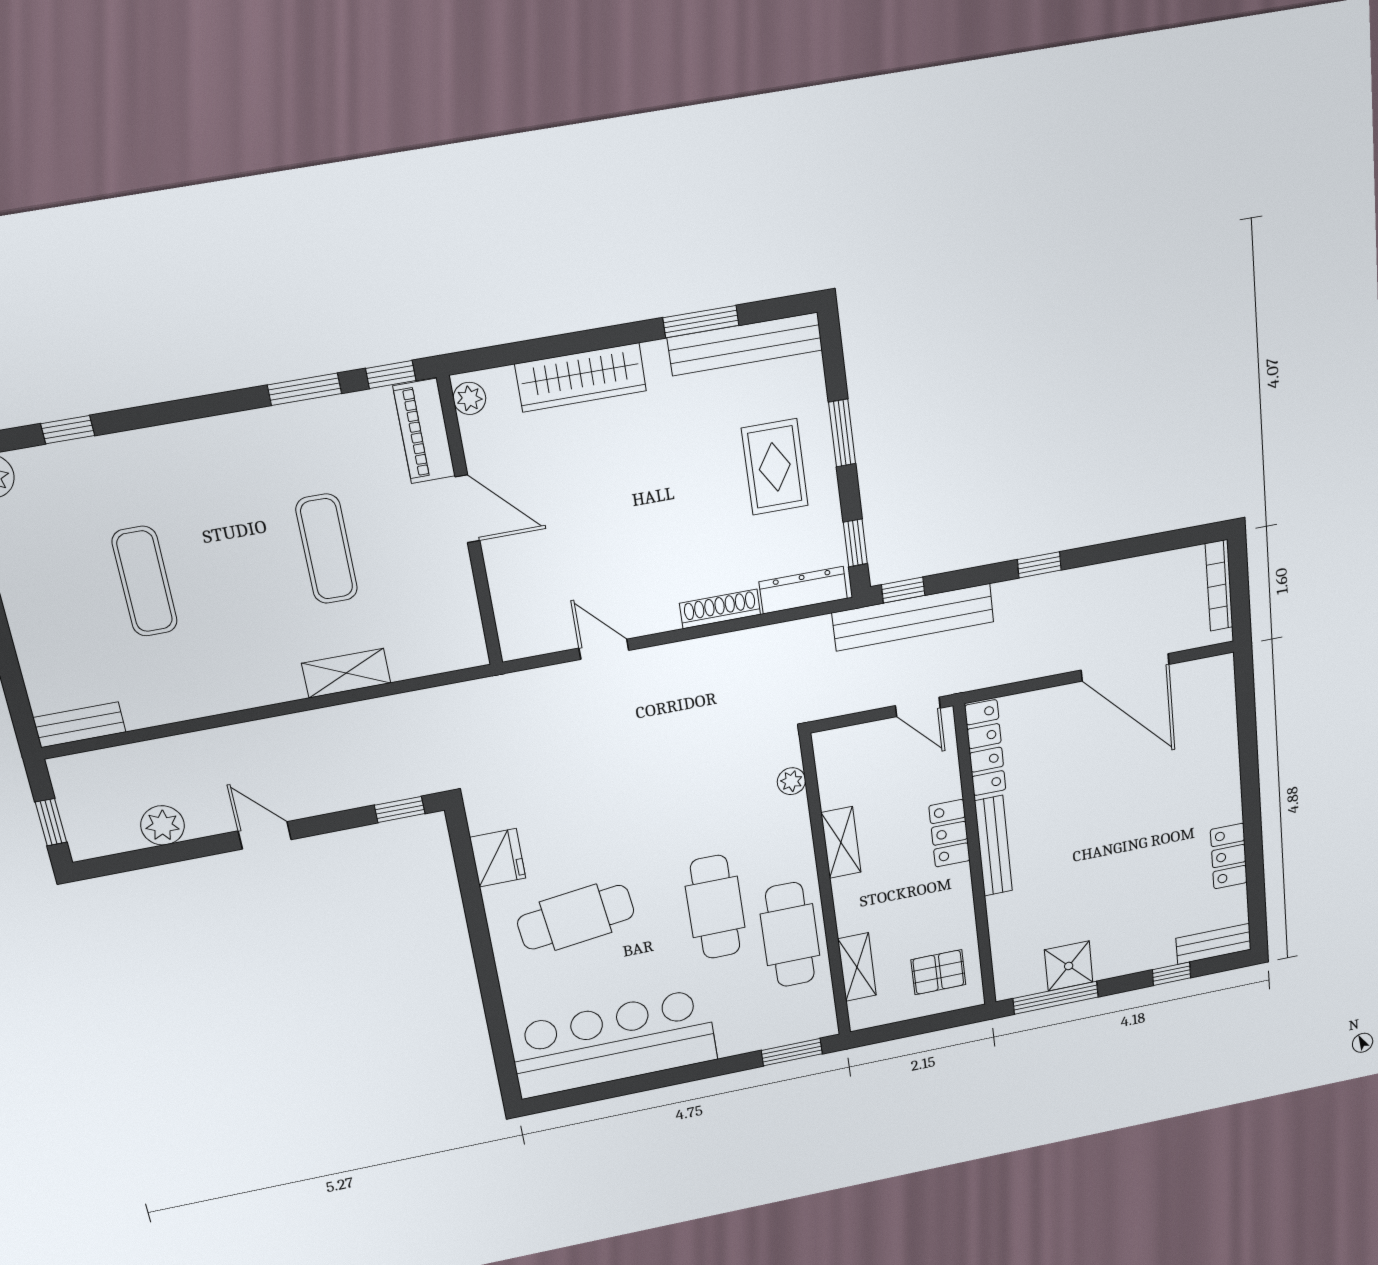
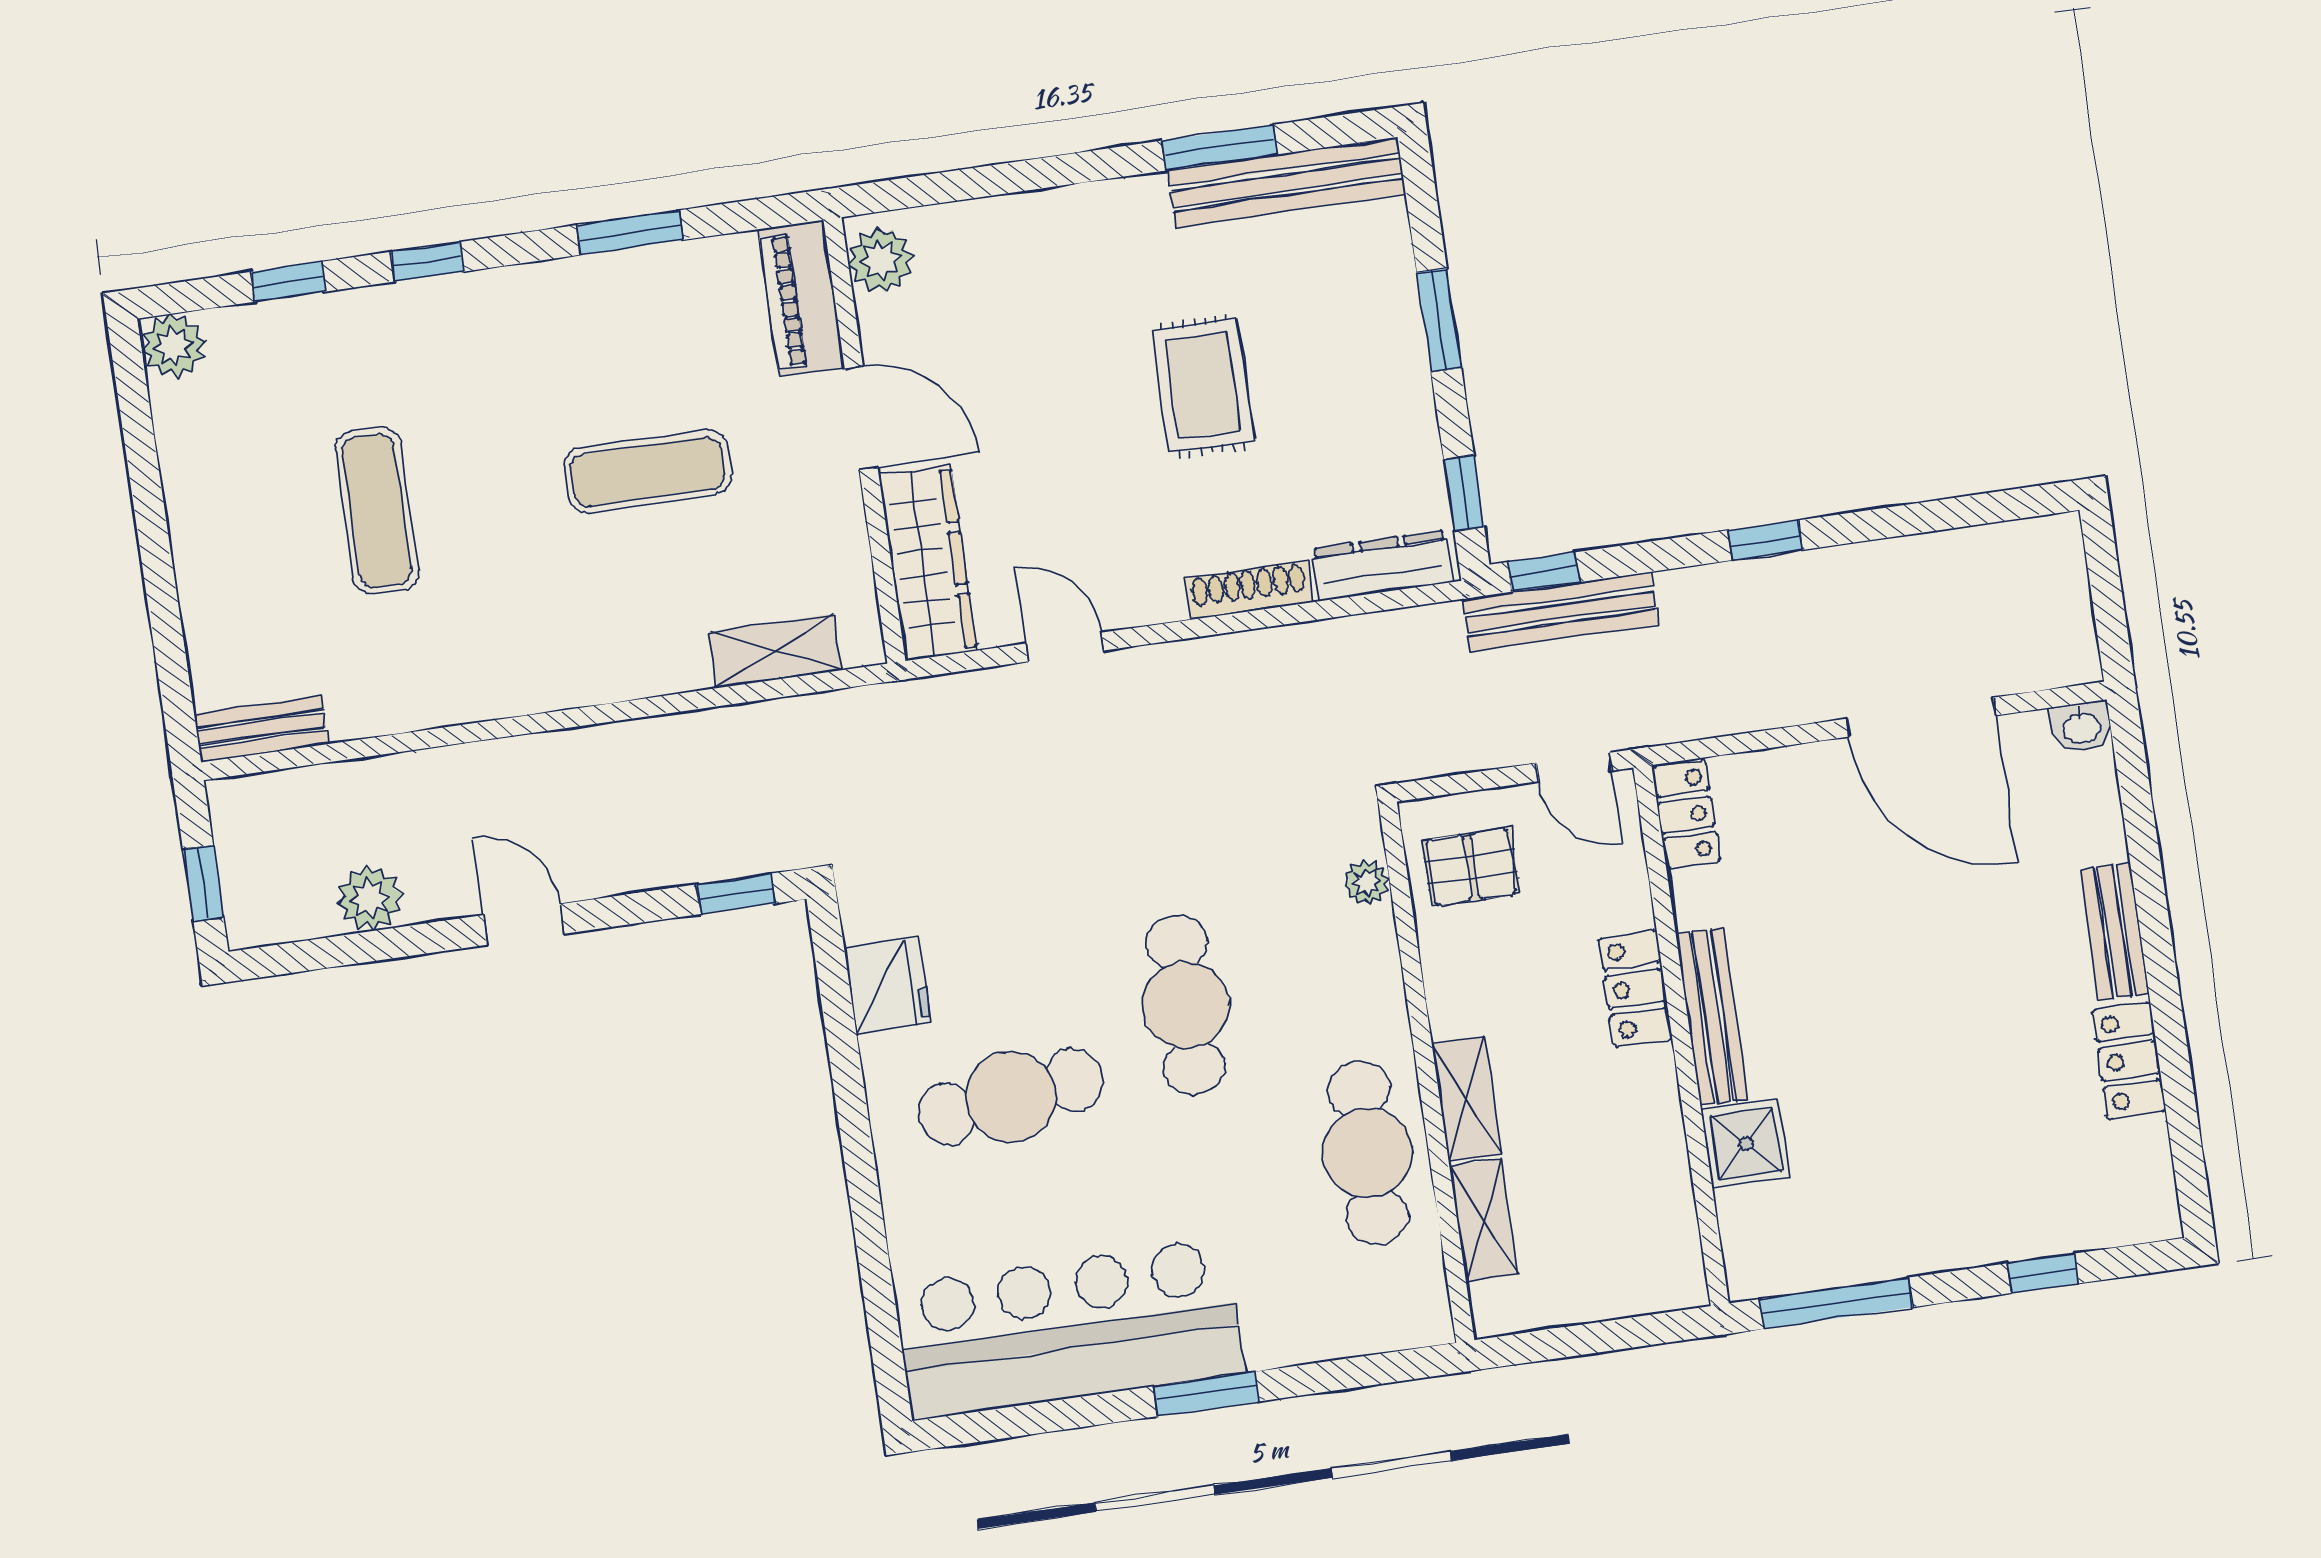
window: (391, 374) -> (427, 262), moved
wardrobe: (581, 377) -> (928, 563), moved, turned -90
plant: (469, 398) -> (881, 260), width x1.38, depth x1.38
rug: (775, 467) -> (1203, 386), moved
exercise mat: (327, 549) -> (648, 472), turned 90
bookcase: (1219, 585) -> (2071, 586), removed
bench: (913, 617) -> (1560, 612), width x0.73, depth x0.82
washbasin: (1218, 669) -> (2081, 727), added
shelving: (346, 673) -> (775, 651), moved
locker: (985, 748) -> (1686, 815), width x0.66
shelving: (841, 843) -> (1466, 1099), moved
cafe table: (715, 907) -> (1186, 1005), moved
bench: (1214, 944) -> (2115, 932), moved, turned 90
shower: (1069, 966) -> (1746, 1144), moved
pallet: (938, 972) -> (1471, 867), moved
window: (792, 1052) -> (1206, 1394), moved

